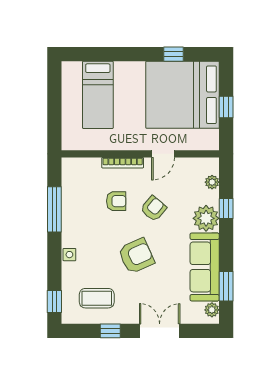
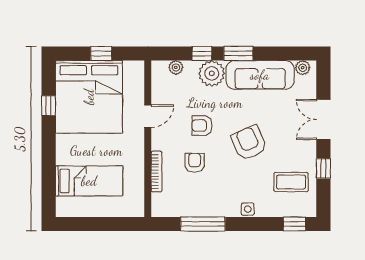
door: (163, 154) -> (148, 116), hinge flipped
bookcase: (123, 163) -> (156, 172), moved
armchair: (154, 208) -> (202, 126), turned -40
window: (226, 286) -> (238, 53), moved
coffee table: (97, 298) -> (291, 182), turned 90

